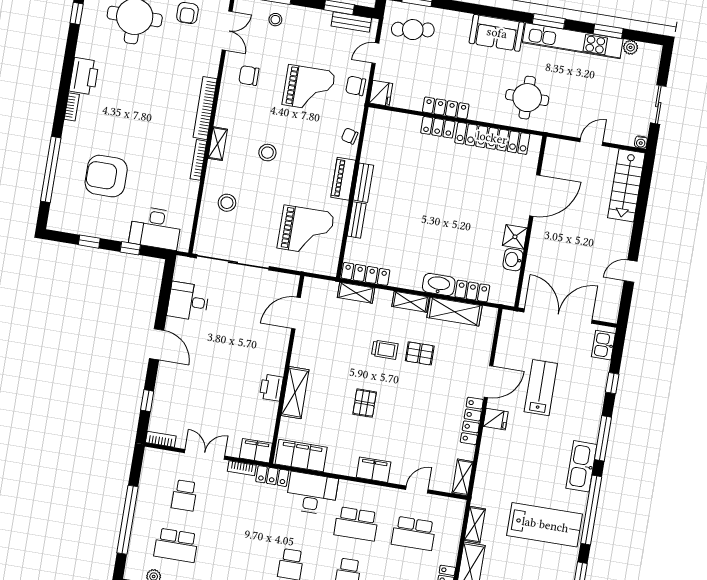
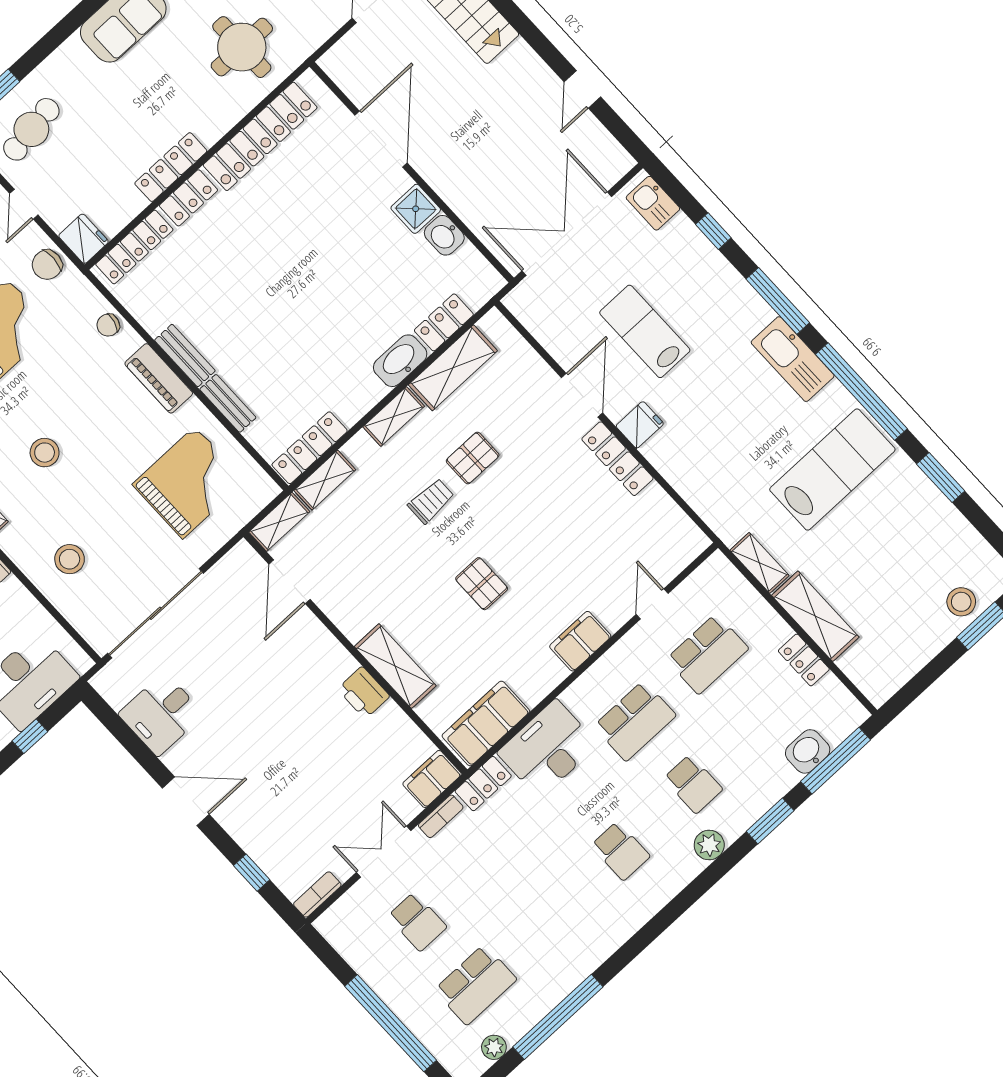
locker: (395, 120) -> (134, 247), added
shelving: (463, 477) -> (279, 522), moved, turned 90

